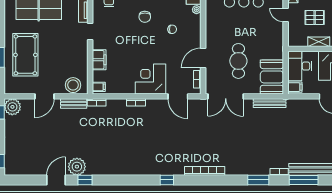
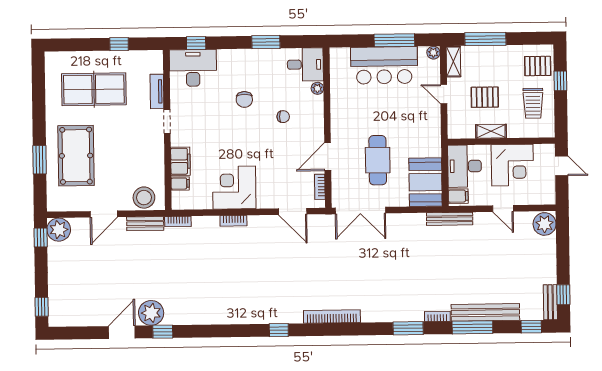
corner desk: (151, 79) -> (234, 188), moved
filing cabinet: (99, 87) -> (180, 184), moved
bench: (270, 103) -> (450, 219), moved

